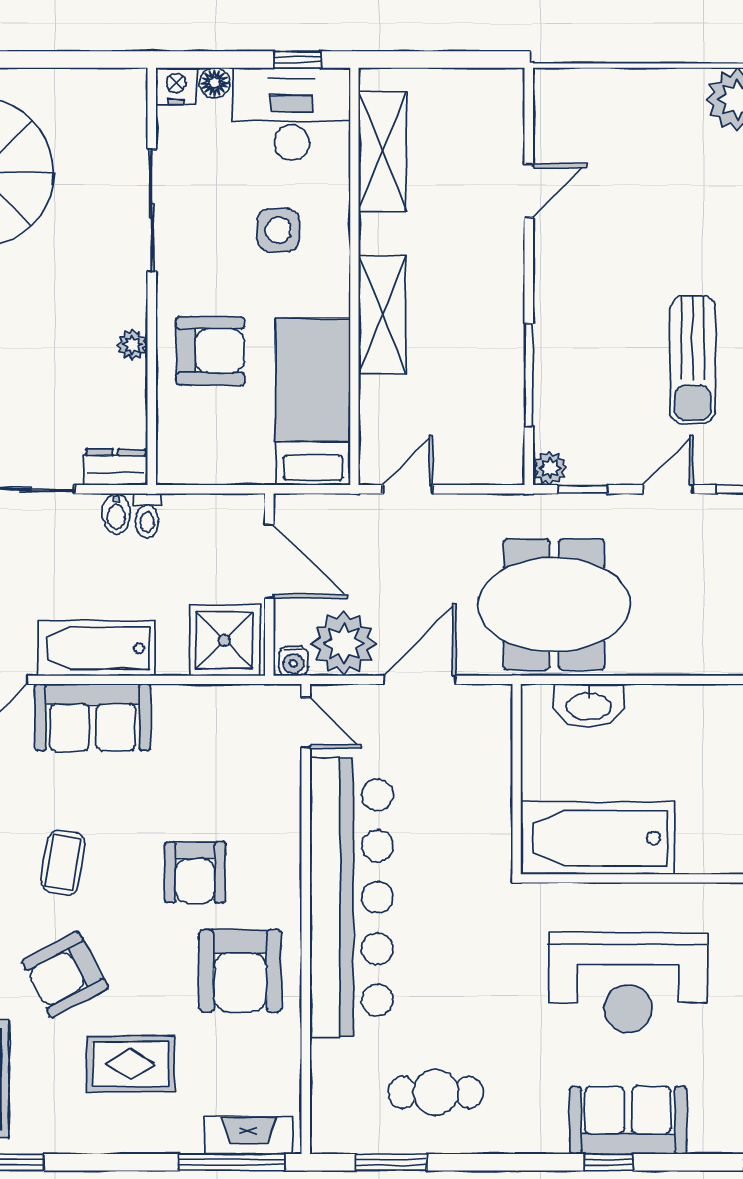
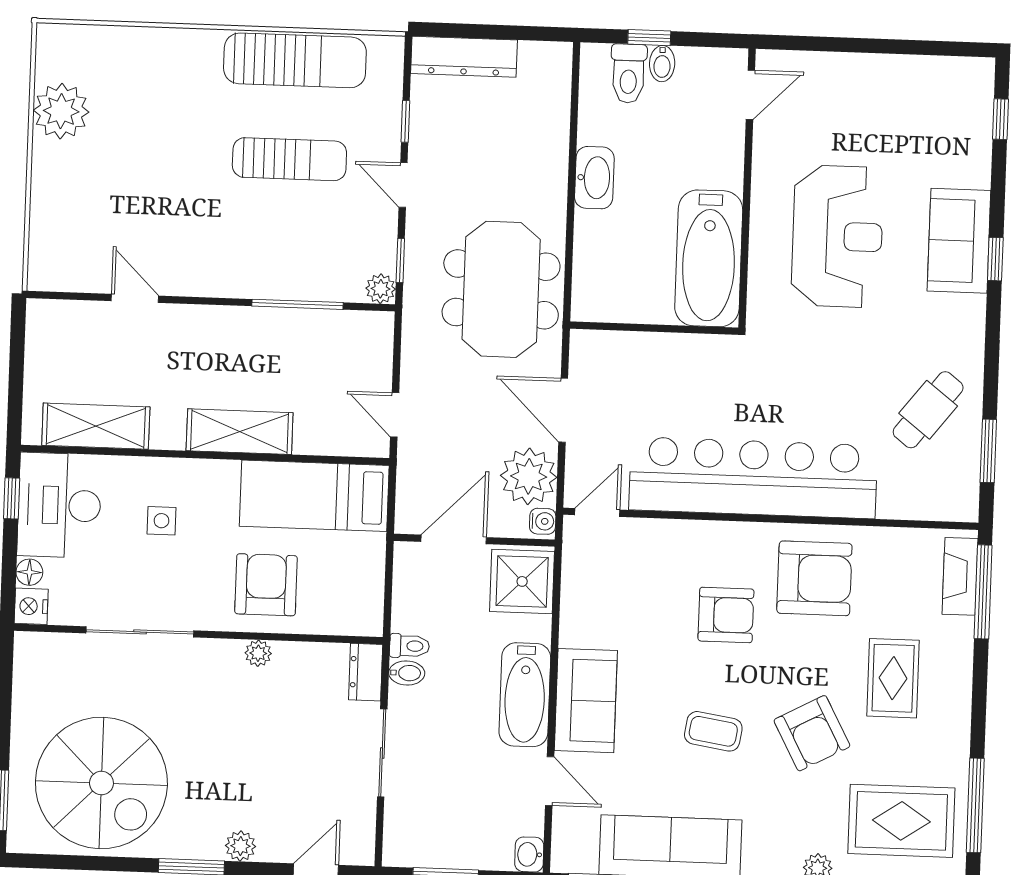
side table: (278, 230) -> (161, 521), width x0.73, depth x0.73
washbasin: (589, 705) -> (594, 178), moved
cafe table: (436, 1092) -> (928, 410), turned 38

